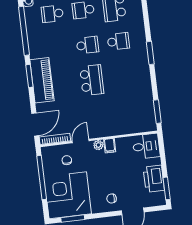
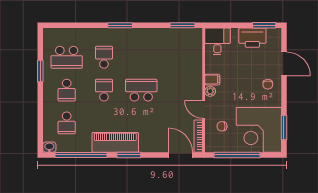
piano: (42, 80) -> (115, 142), moved

